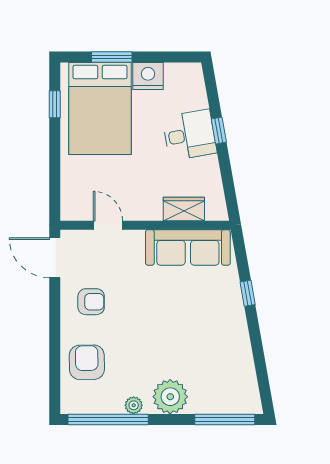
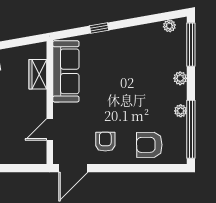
plant: (250, 390) -> (169, 26), added
plant: (170, 397) -> (180, 78), width x0.53, depth x0.53

